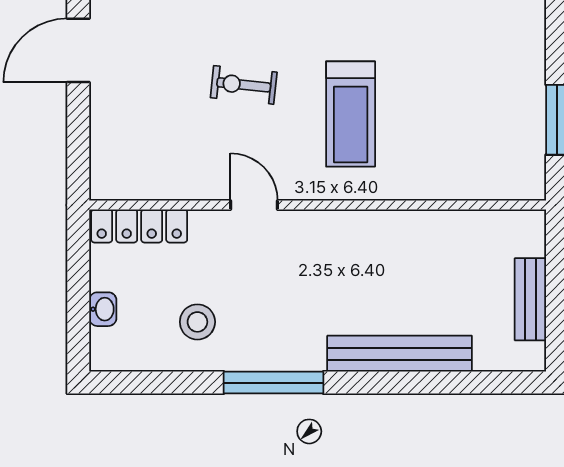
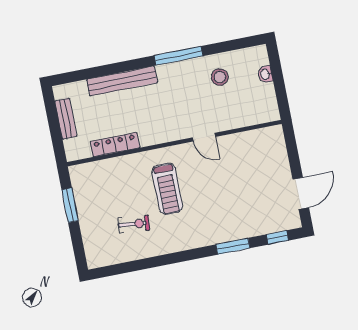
exercise bike: (244, 85) -> (134, 224), moved
treadmill: (351, 114) -> (167, 189), turned 180
locker: (139, 226) -> (115, 145), moved

